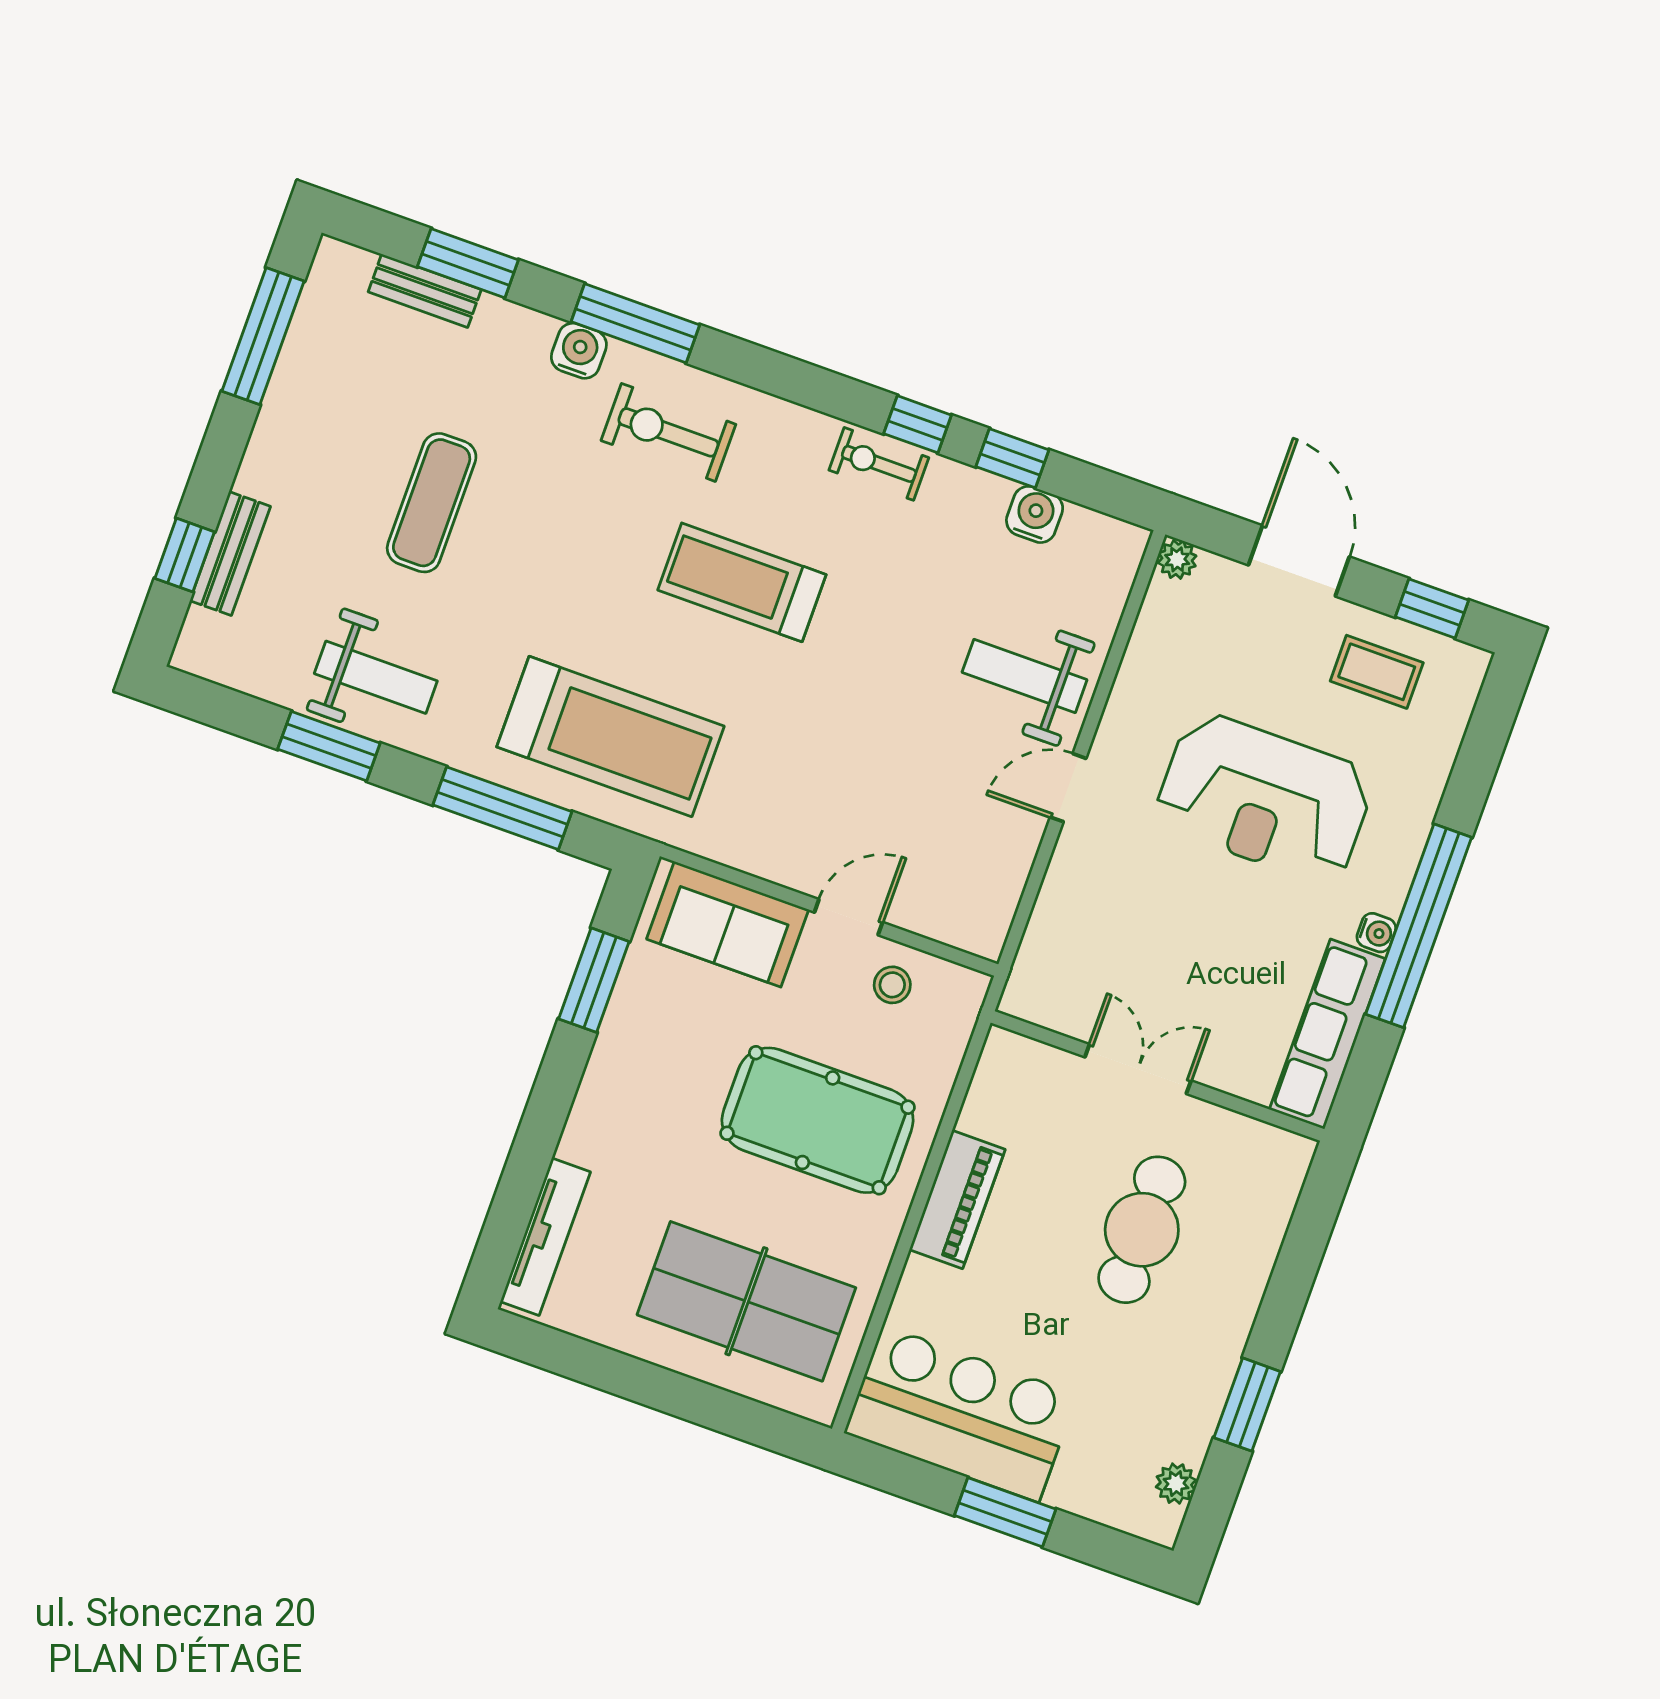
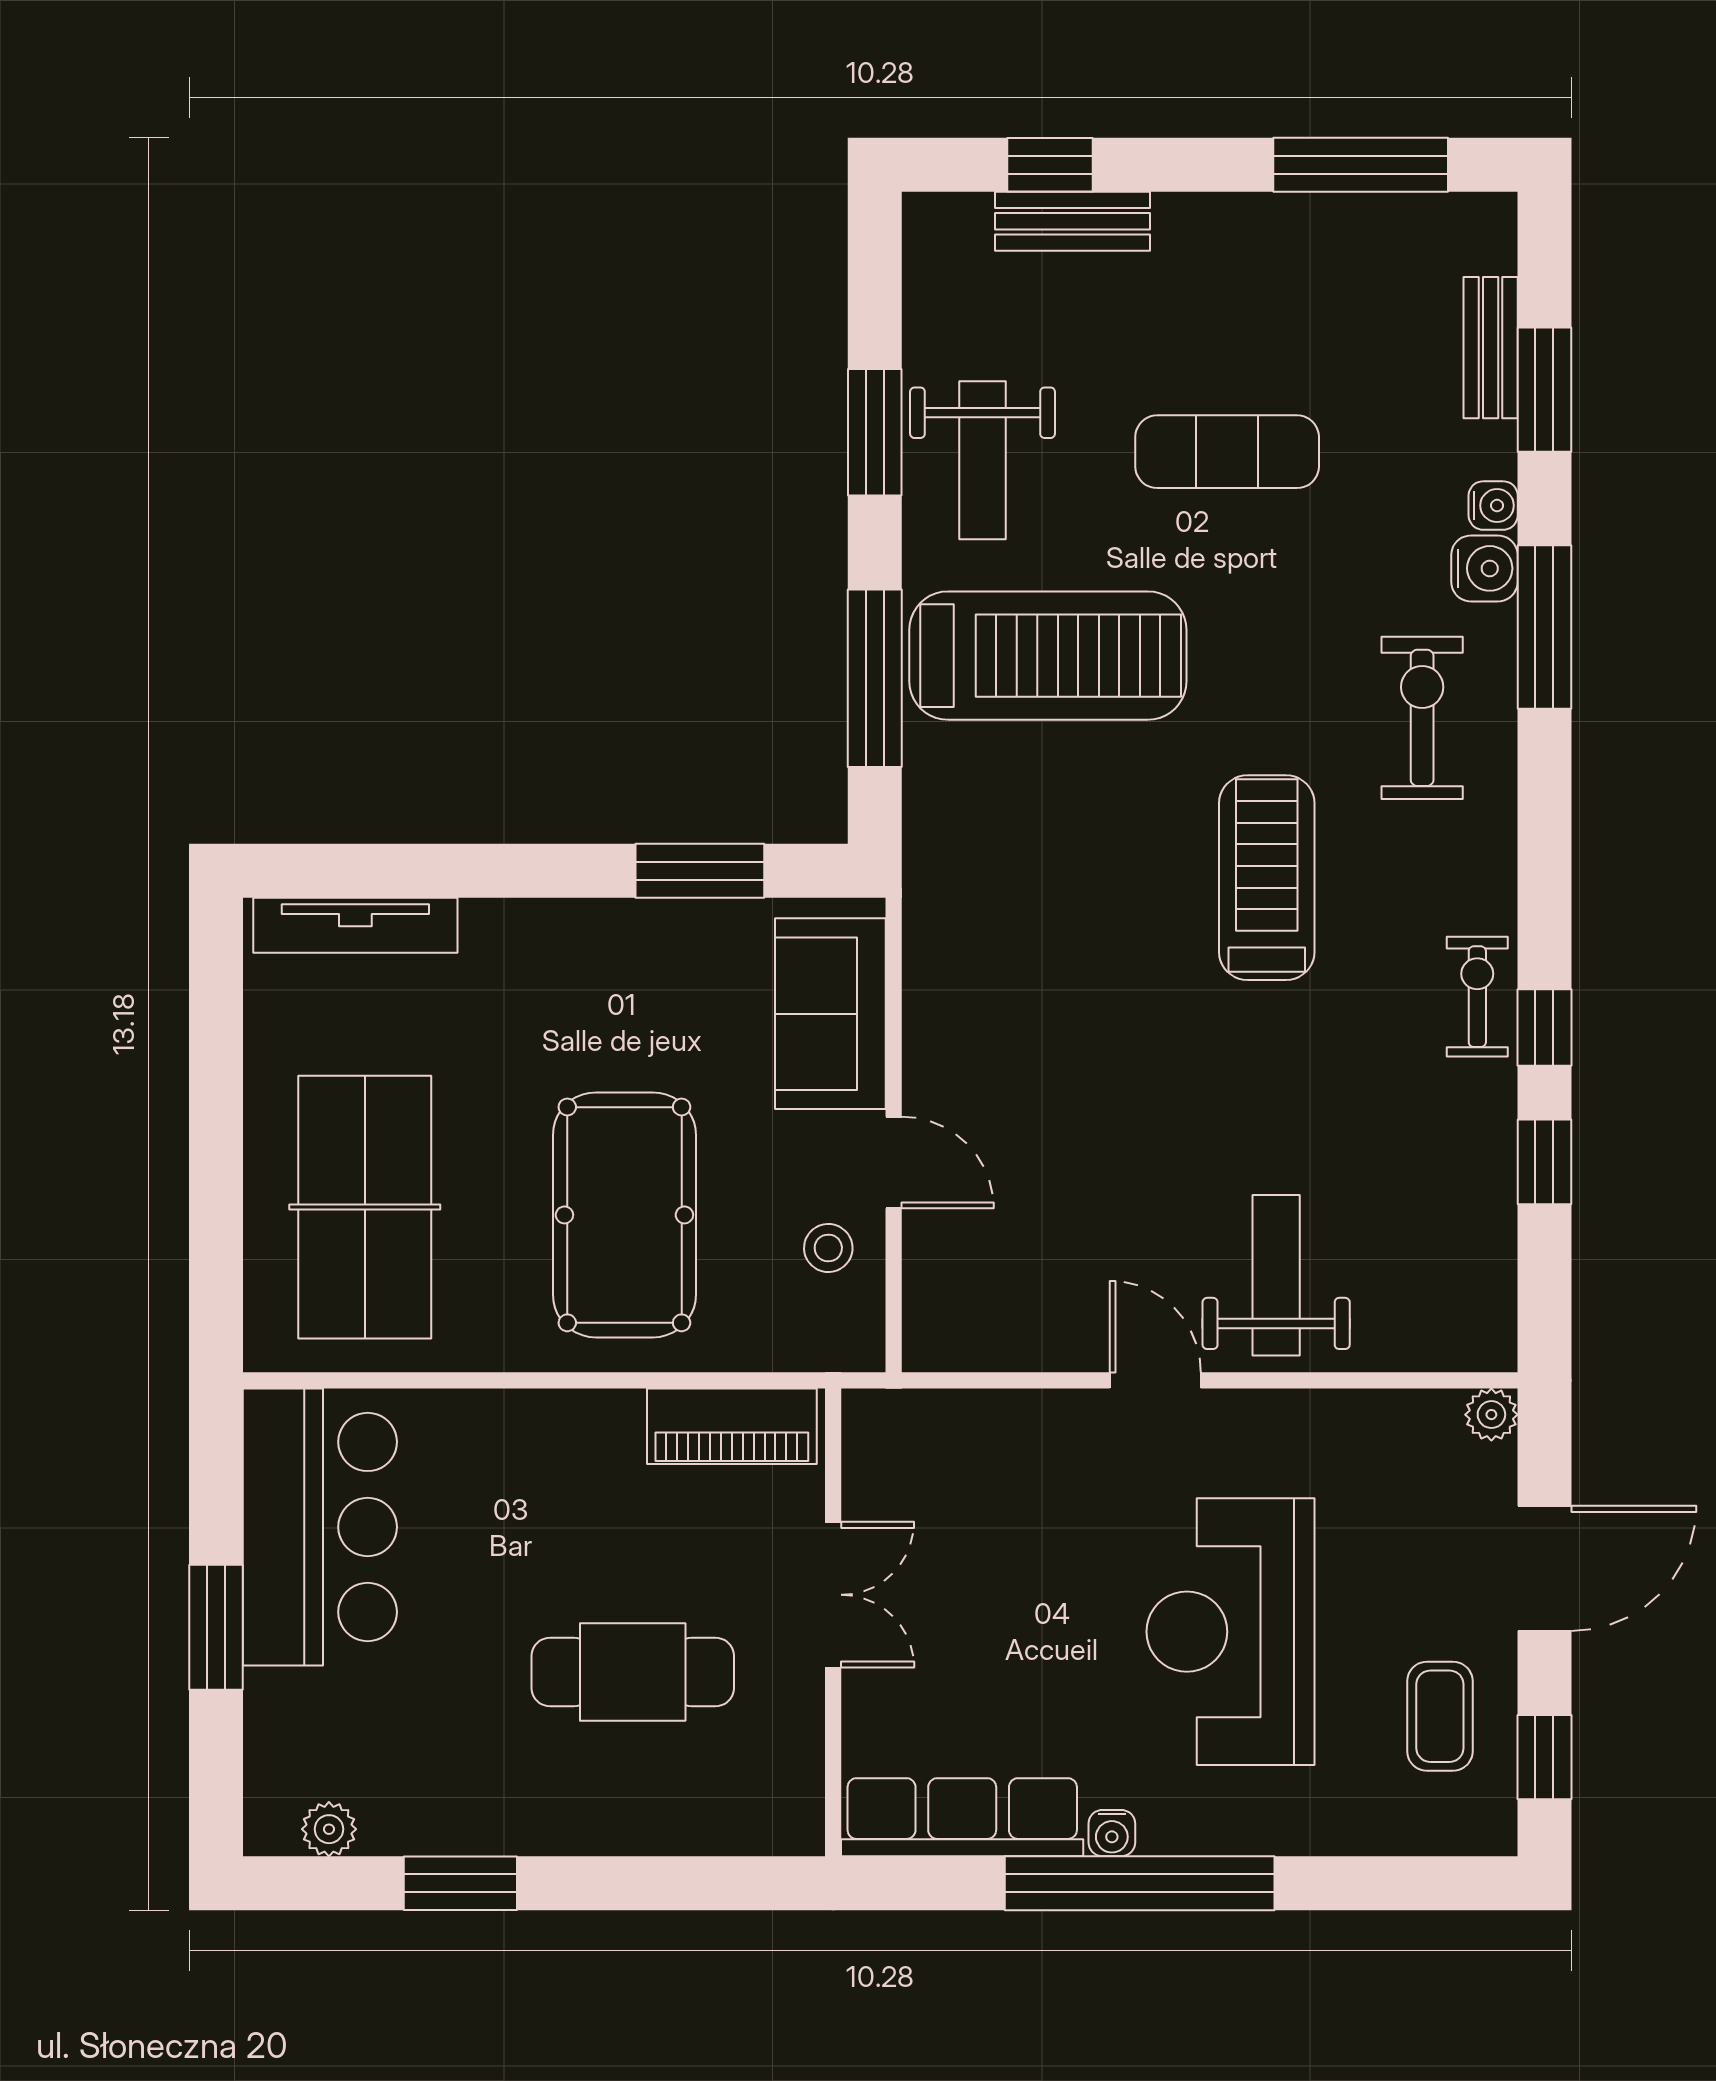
water cooler: (1035, 514) -> (1493, 506), moved, width x0.72, depth x0.72
treadmill: (610, 736) -> (1048, 656), moved, turned -90
piano: (957, 1199) -> (732, 1426), moved

